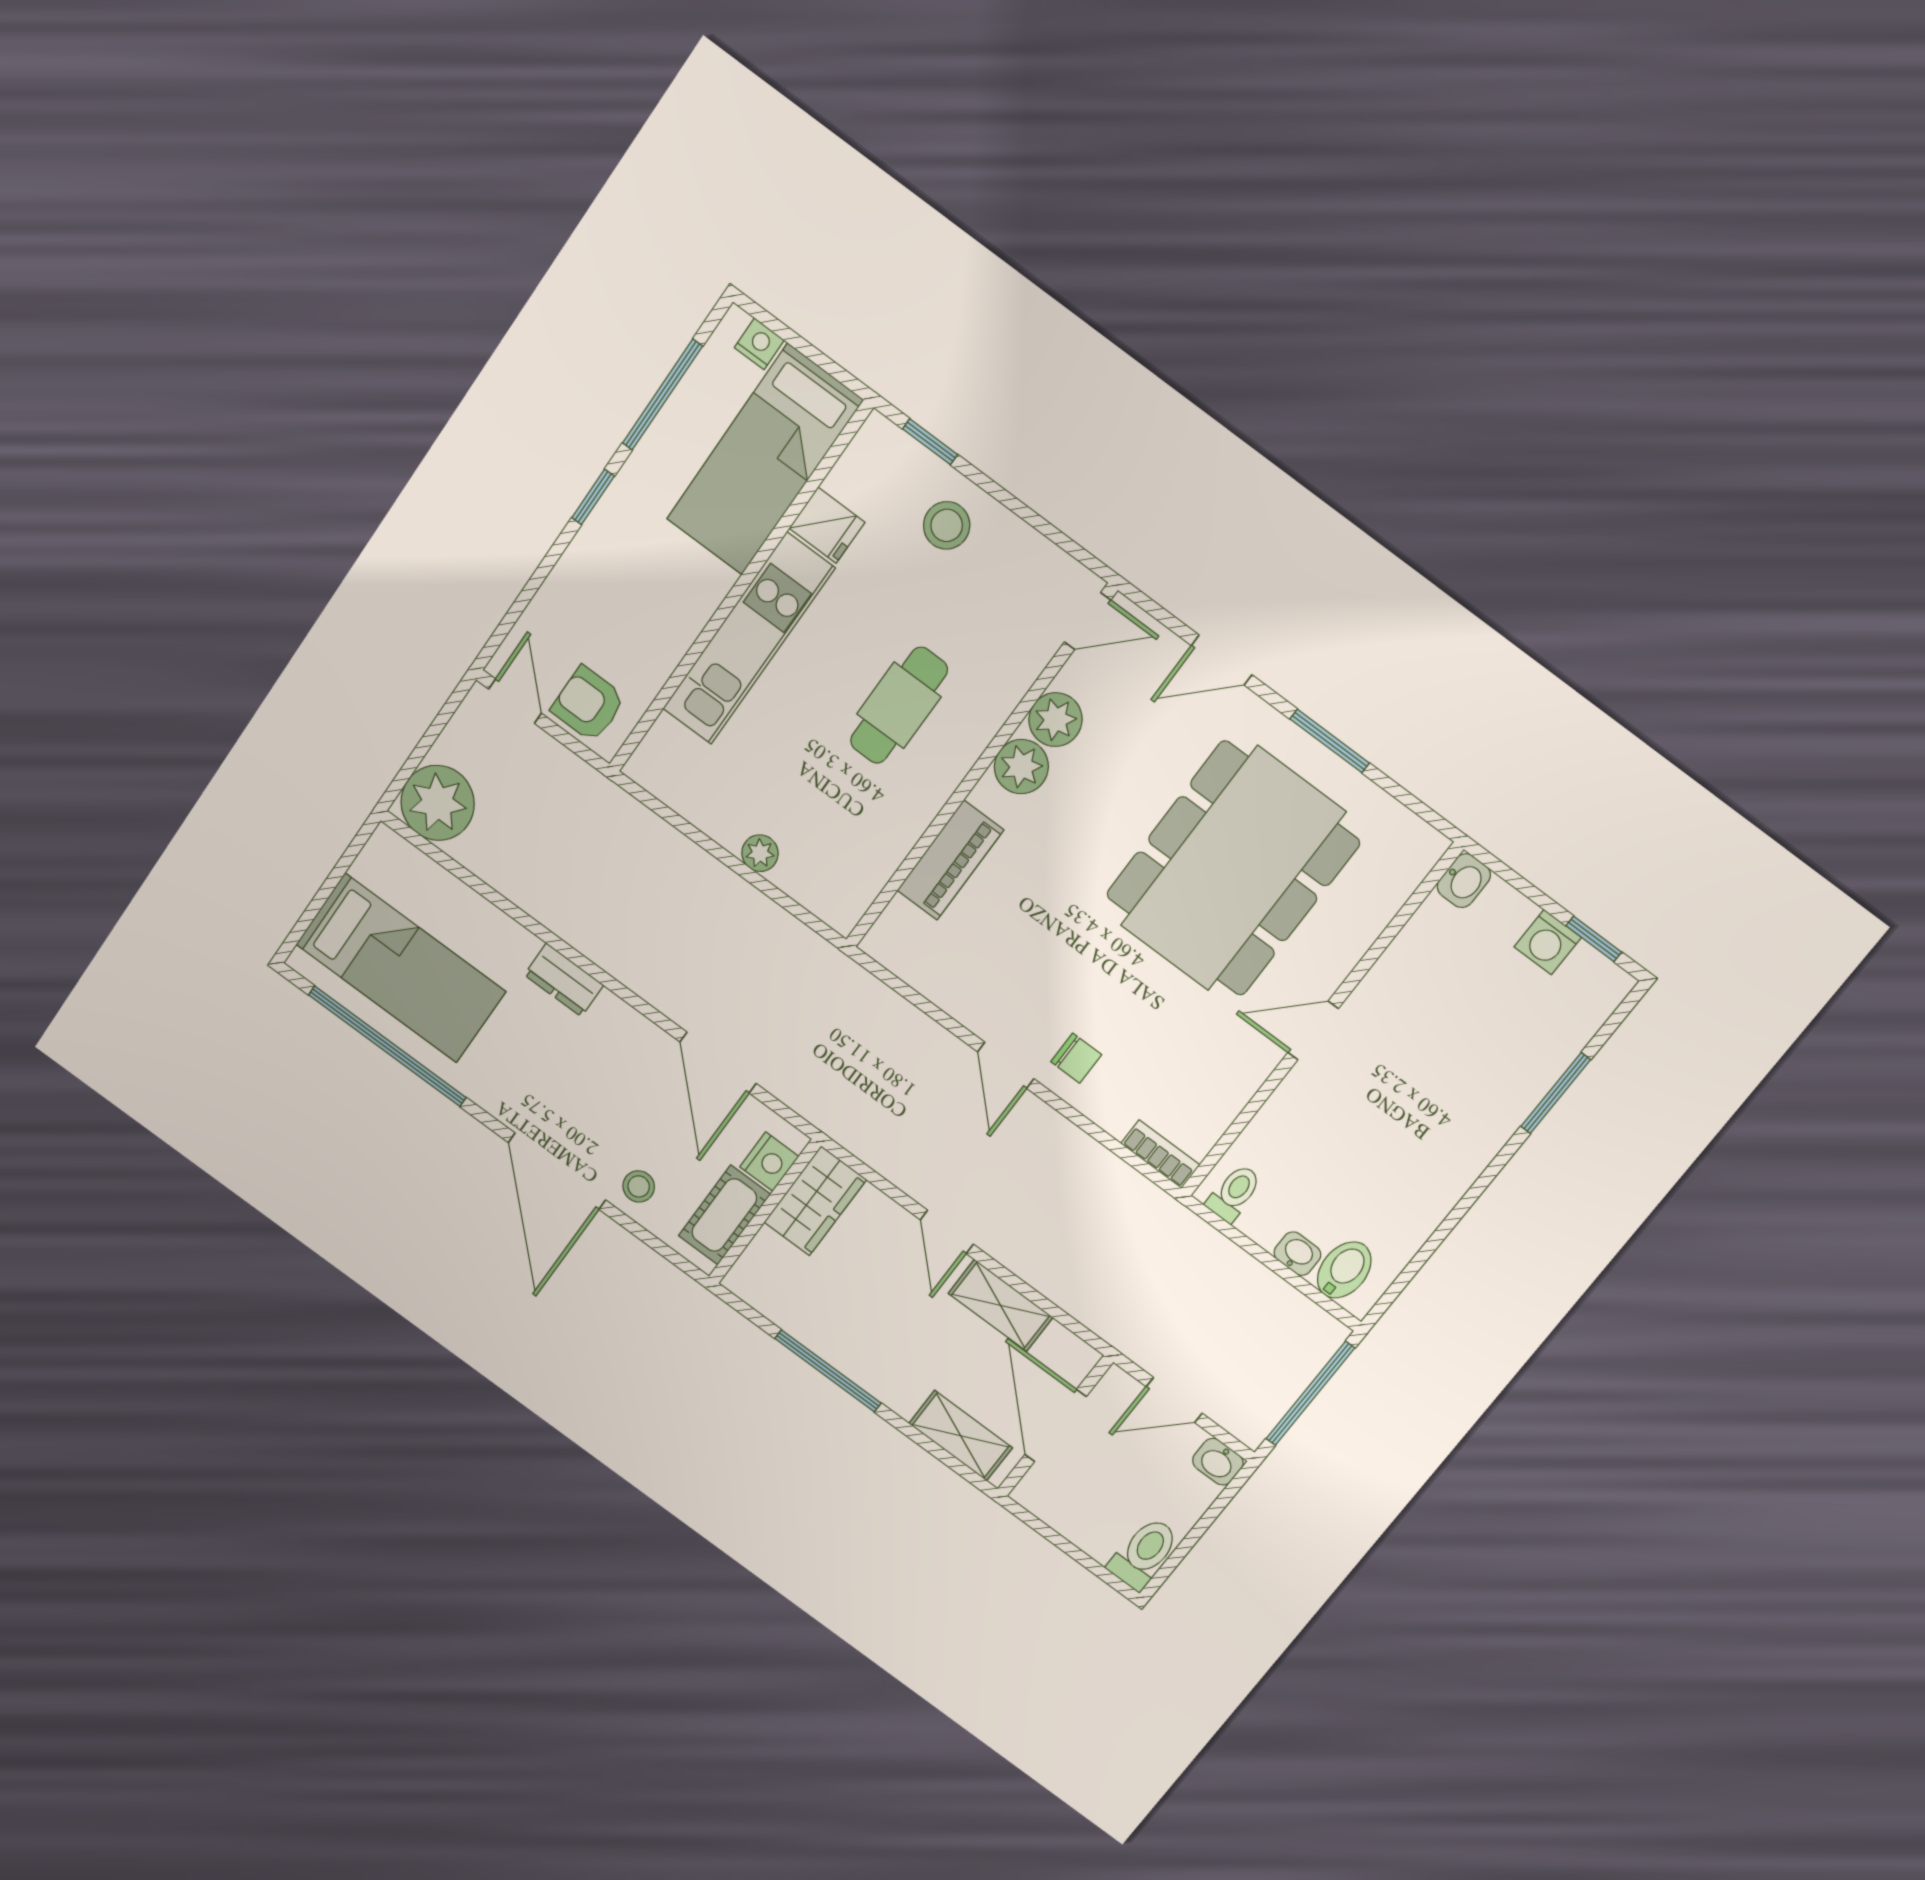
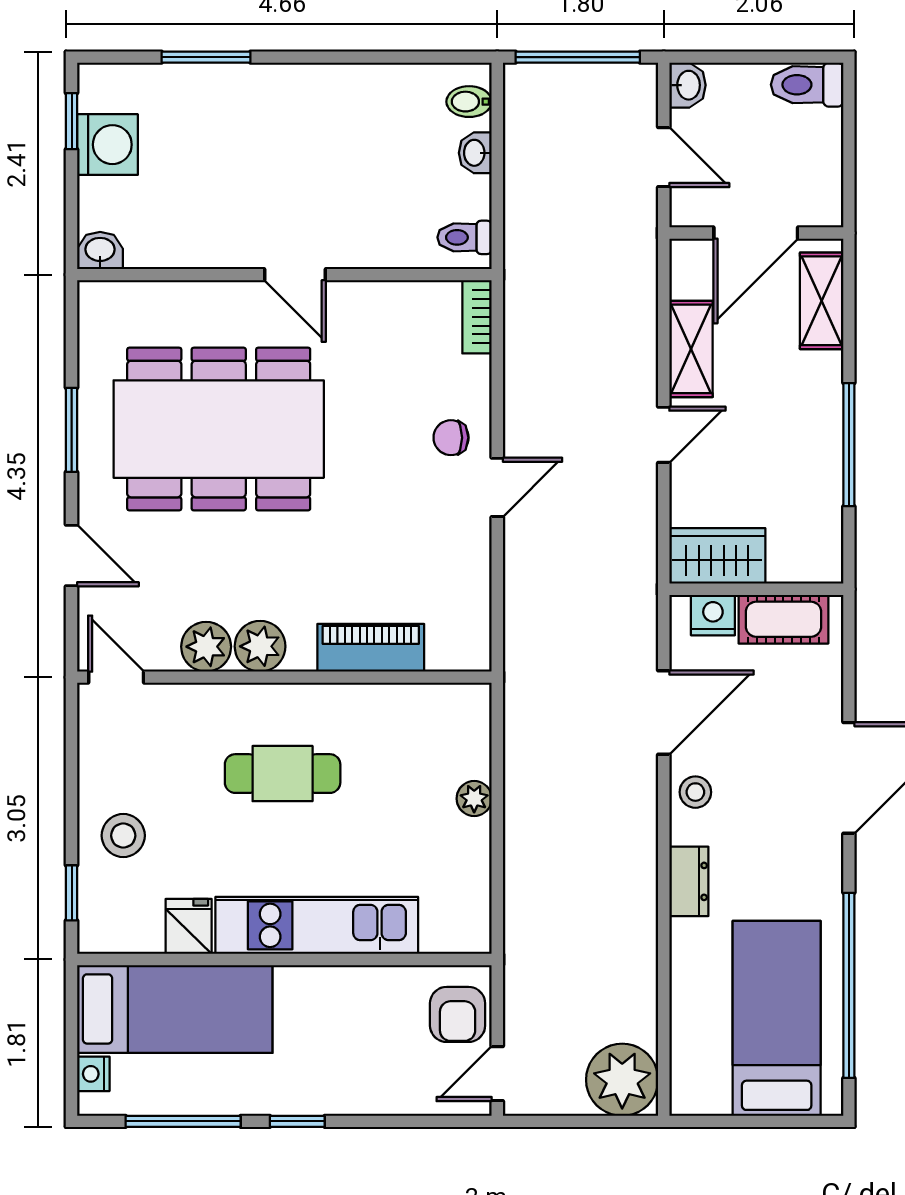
washing machine: (1548, 942) -> (107, 145), width x1.38, depth x1.38
chair: (1076, 1058) -> (451, 438), turned -90
stool: (639, 1186) -> (695, 792), moved
bidet: (1344, 1270) -> (469, 102), width x0.72, depth x0.74

